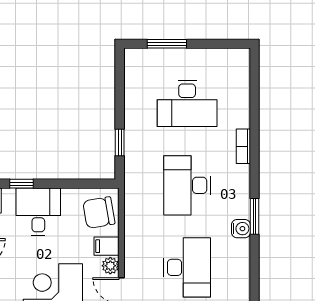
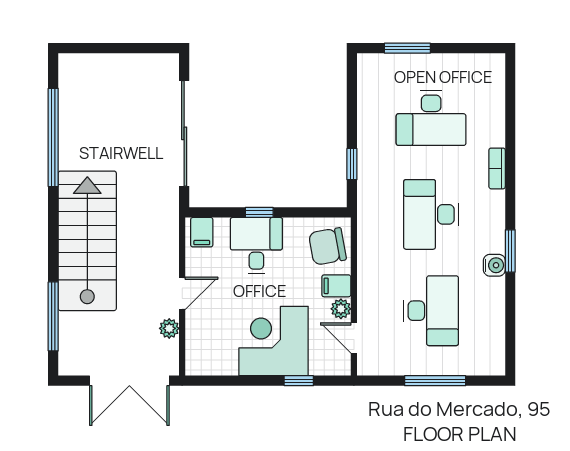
window: (21, 184) -> (259, 212), moved

